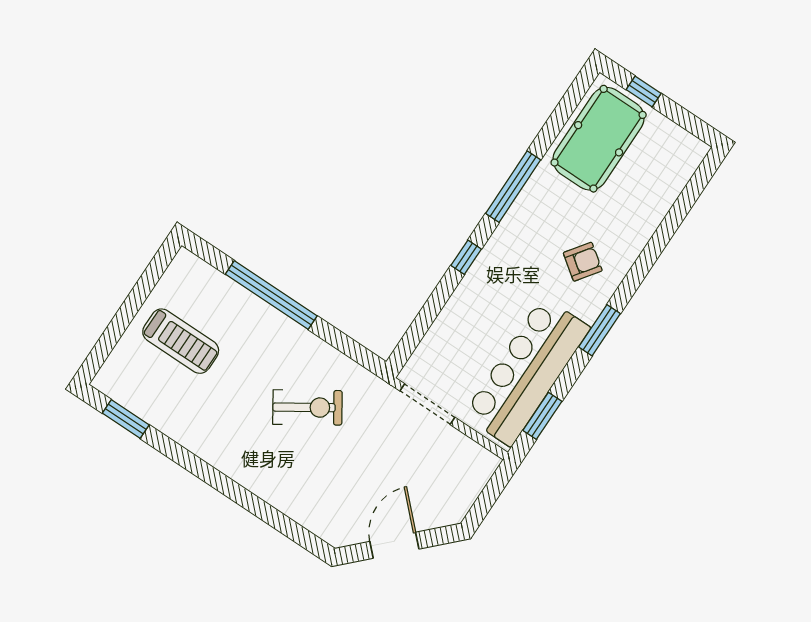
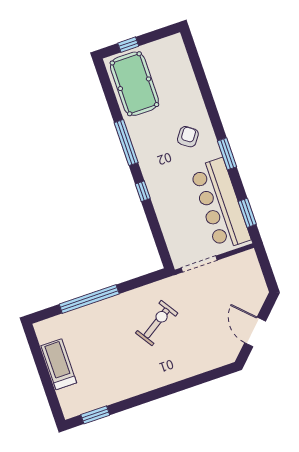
treadmill: (181, 341) -> (59, 364), moved, turned -90

